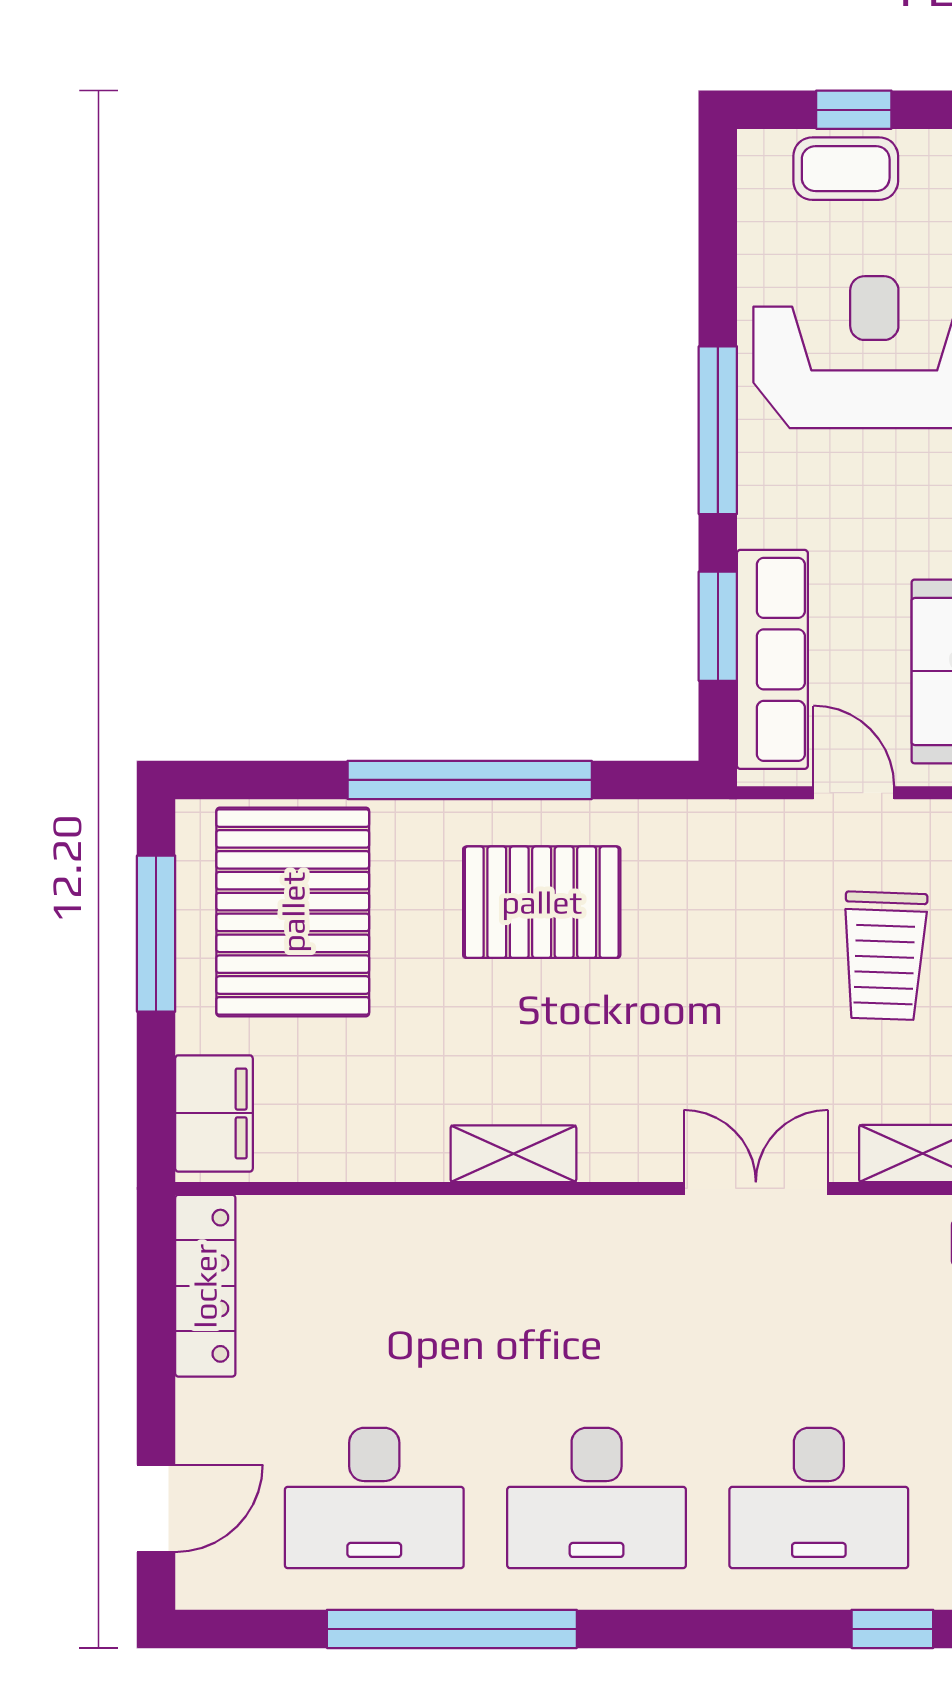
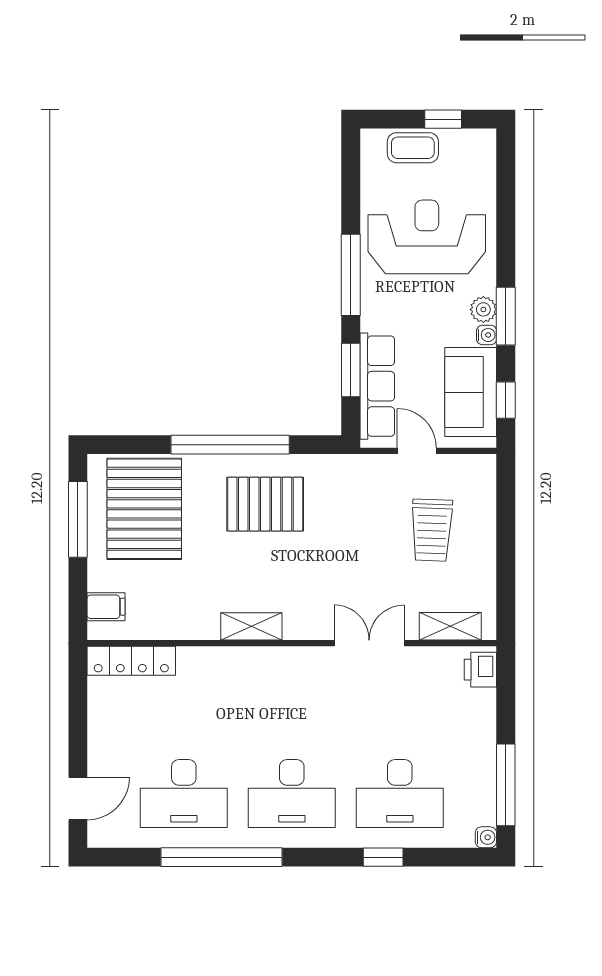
window: (854, 110) -> (443, 119), moved
filing cabinet: (214, 1113) -> (106, 607), width x0.50
locker: (205, 1286) -> (131, 661), moved, turned 90
window: (892, 1629) -> (383, 857), moved

